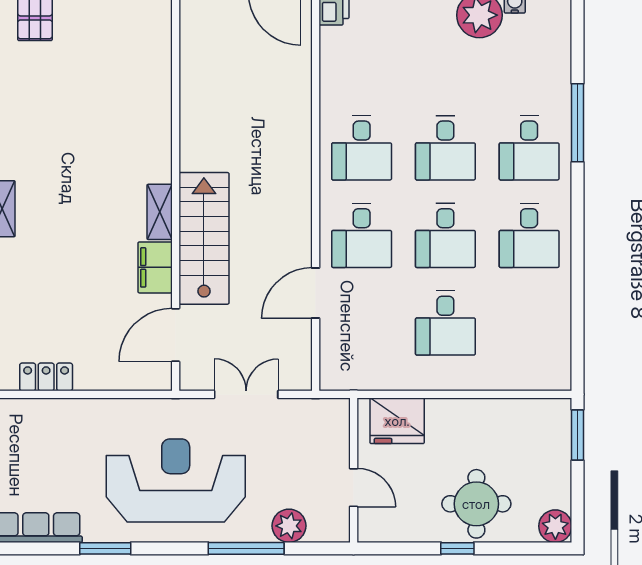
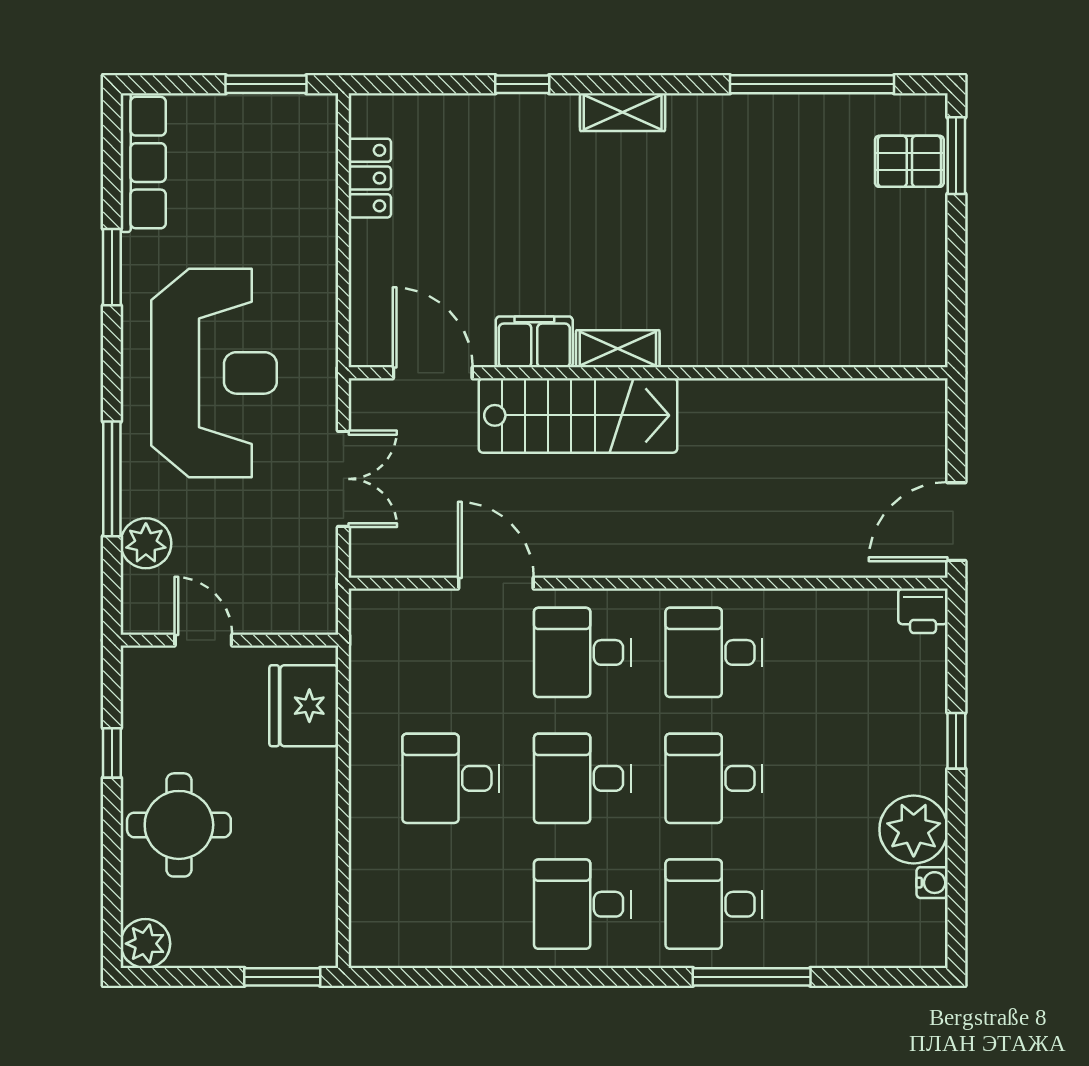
door: (354, 488) -> (203, 640), swing flipped
window: (457, 548) -> (112, 753), moved

